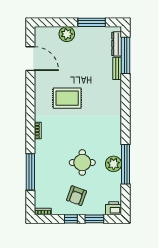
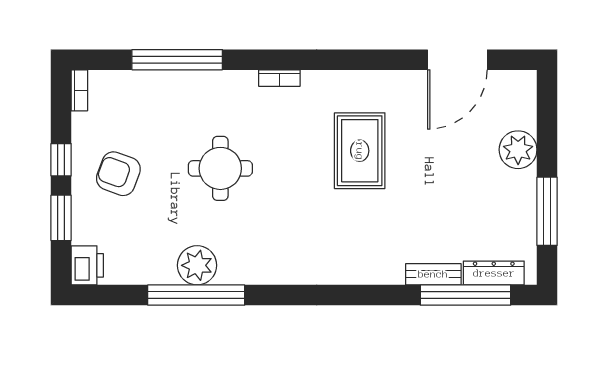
round table: (82, 163) -> (220, 168), moved

